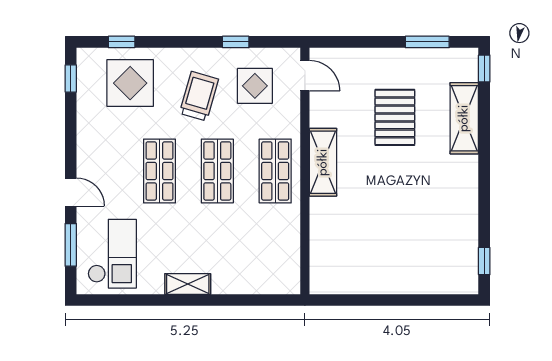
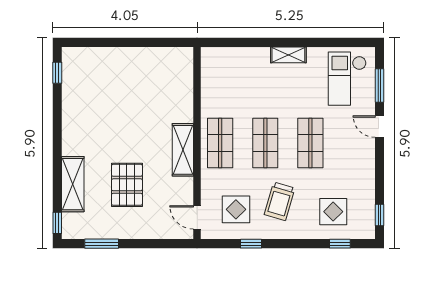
display table: (130, 83) -> (333, 212), width x0.73, depth x0.73

